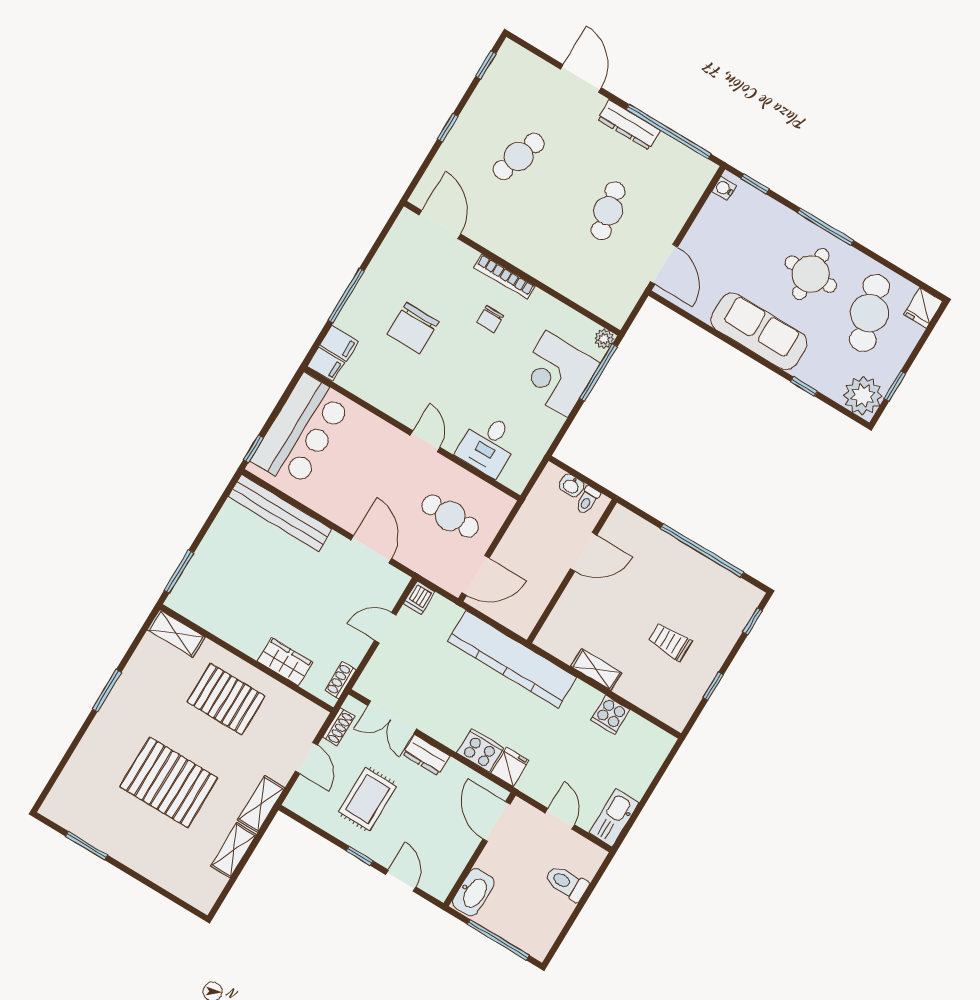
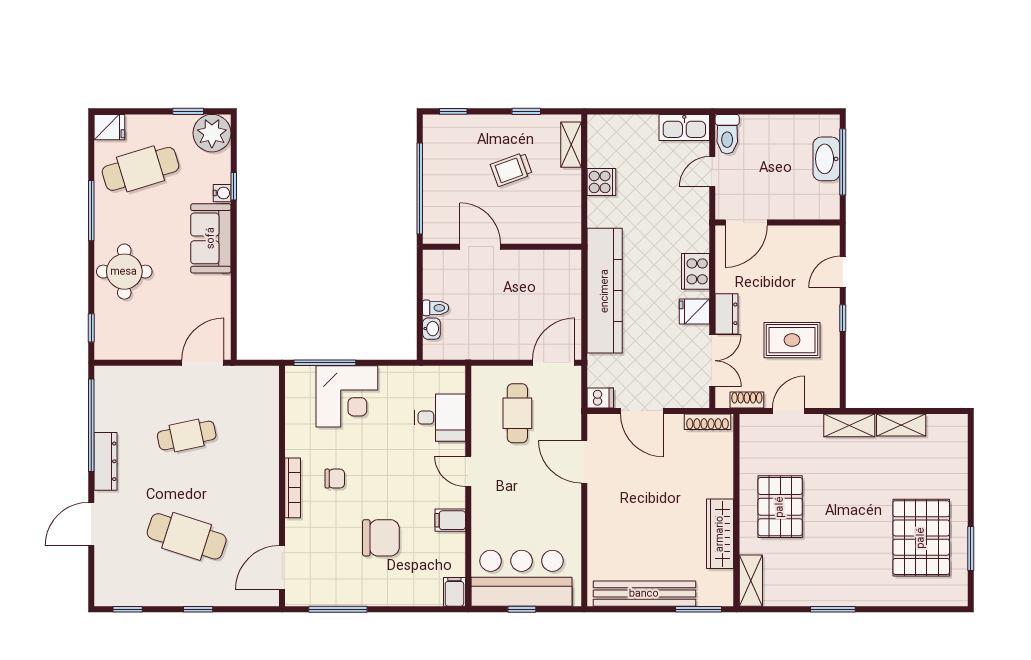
cafe table: (519, 156) -> (187, 536), width x1.37, depth x1.35
water cooler: (724, 188) -> (222, 193), moved, turned -90
window: (825, 227) -> (91, 211), moved
round table: (811, 274) -> (124, 272), moved
window: (346, 295) -> (338, 609), moved
sofa: (759, 331) -> (211, 238), width x0.73
plant: (604, 339) -> (294, 375), removed
filing cabinet: (339, 343) -> (450, 520), moved, turned -90
door: (425, 441) -> (468, 471), hinge flipped
window: (253, 449) -> (522, 609), moved
bench: (280, 513) -> (644, 594), moved, turned 90
door: (371, 549) -> (584, 462), hinge flipped
door: (584, 552) -> (480, 247), moved
wall: (572, 571) -> (502, 247), moved
door: (476, 575) -> (554, 363), hinge flipped
door: (385, 628) -> (642, 411), width x1.38
trolley: (670, 642) -> (511, 169), turned 70
wardrobe: (285, 662) -> (720, 534), moved, width x1.50
shelving: (596, 670) -> (571, 145), moved
shoe rack: (340, 680) -> (708, 422), width x1.43
fridge: (510, 767) -> (694, 311), moved
pallet: (169, 782) -> (921, 538), moved
toilet: (566, 883) -> (727, 134), moved
washbasin: (473, 892) -> (826, 159), moved, turned -90

